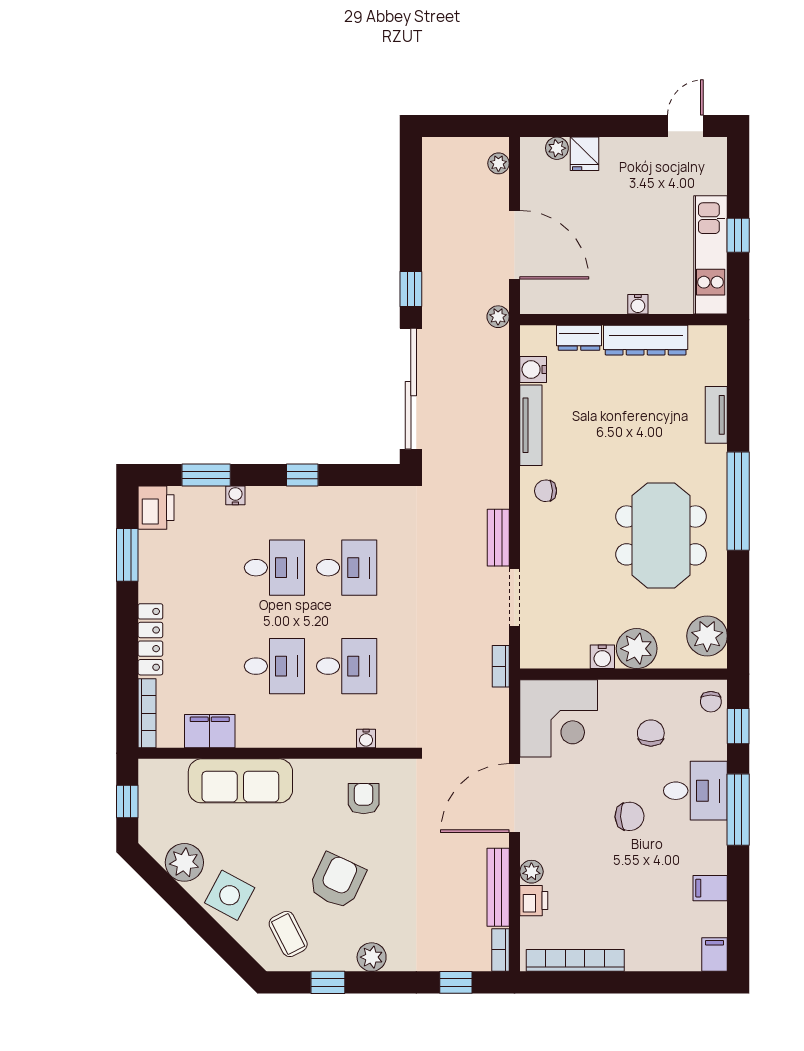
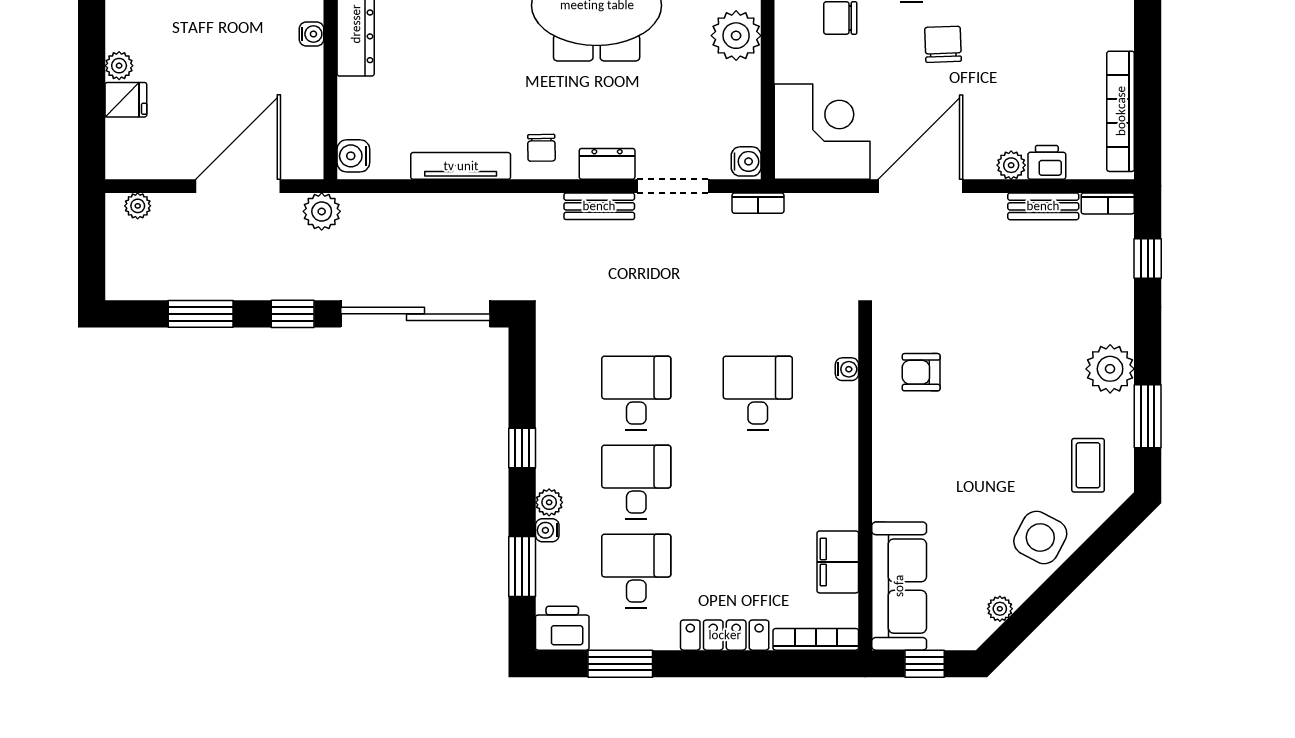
plant: (557, 148) -> (119, 66), moved
window: (411, 214) -> (201, 314), added
plant: (498, 317) -> (322, 211), width x1.38, depth x1.38
dresser: (579, 338) -> (607, 164), moved, turned -90
water cooler: (533, 370) -> (353, 156), moved, turned 90
plant: (258, 497) -> (549, 502), added
water cooler: (602, 657) -> (746, 161), moved
desk: (274, 666) -> (636, 571), moved
sofa: (240, 781) -> (899, 586), moved
door: (515, 798) -> (920, 186), swing flipped
plant: (184, 862) -> (1000, 609), width x0.53, depth x0.53
armchair: (337, 881) -> (1023, 405), removed
bench: (498, 887) -> (1043, 206), width x0.73
coffee table: (288, 934) -> (1088, 465), turned -63
plant: (372, 957) -> (1110, 369), width x1.36, depth x1.36
window: (328, 982) -> (1148, 416), width x1.50

